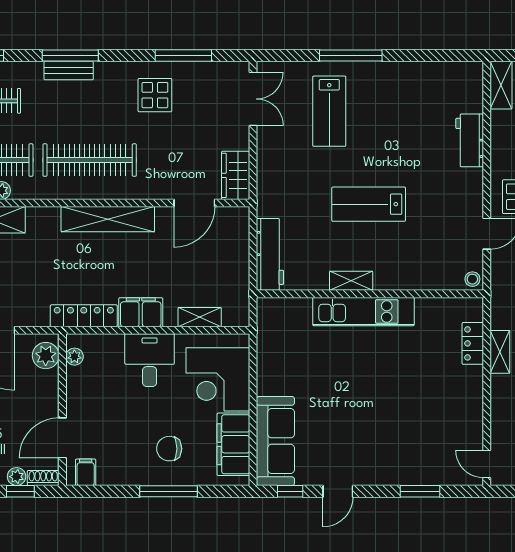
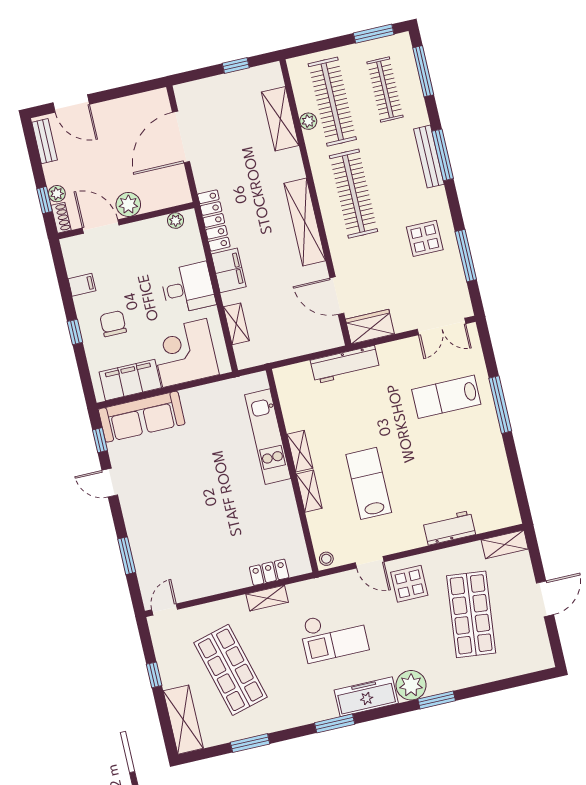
bench: (69, 71) -> (429, 157), width x1.36
lab bench: (369, 204) -> (369, 483), moved
workbench: (270, 254) -> (345, 365), moved
shelving: (396, 281) -> (309, 491), added
kitchen unit: (363, 312) -> (268, 437), moved
plant: (46, 356) -> (128, 204), moved
filing cabinet: (86, 472) -> (82, 285), moved
window: (169, 491) -> (75, 332), width x0.46

